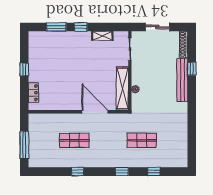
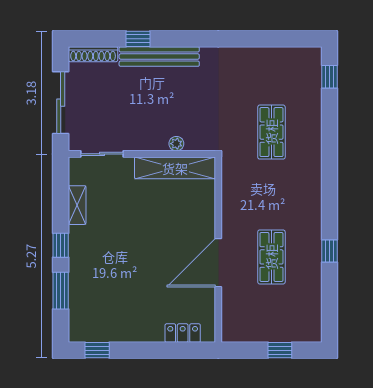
sliding door: (157, 27) -> (61, 103), width x1.37
window: (24, 69) -> (97, 350), moved
door: (95, 112) -> (218, 263), moved
window: (24, 145) -> (280, 350), width x0.46
window: (122, 172) -> (329, 169), removed
window: (154, 172) -> (329, 77), moved

